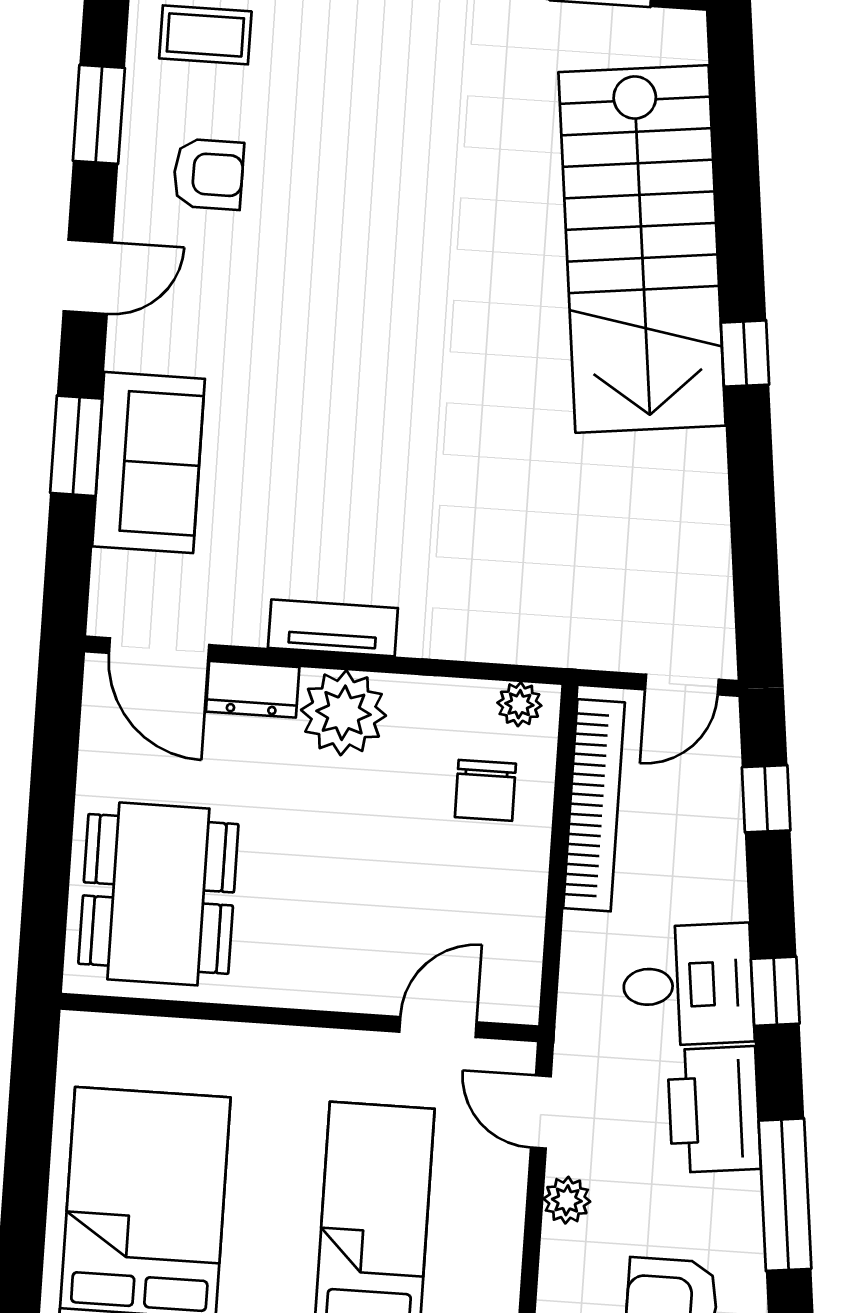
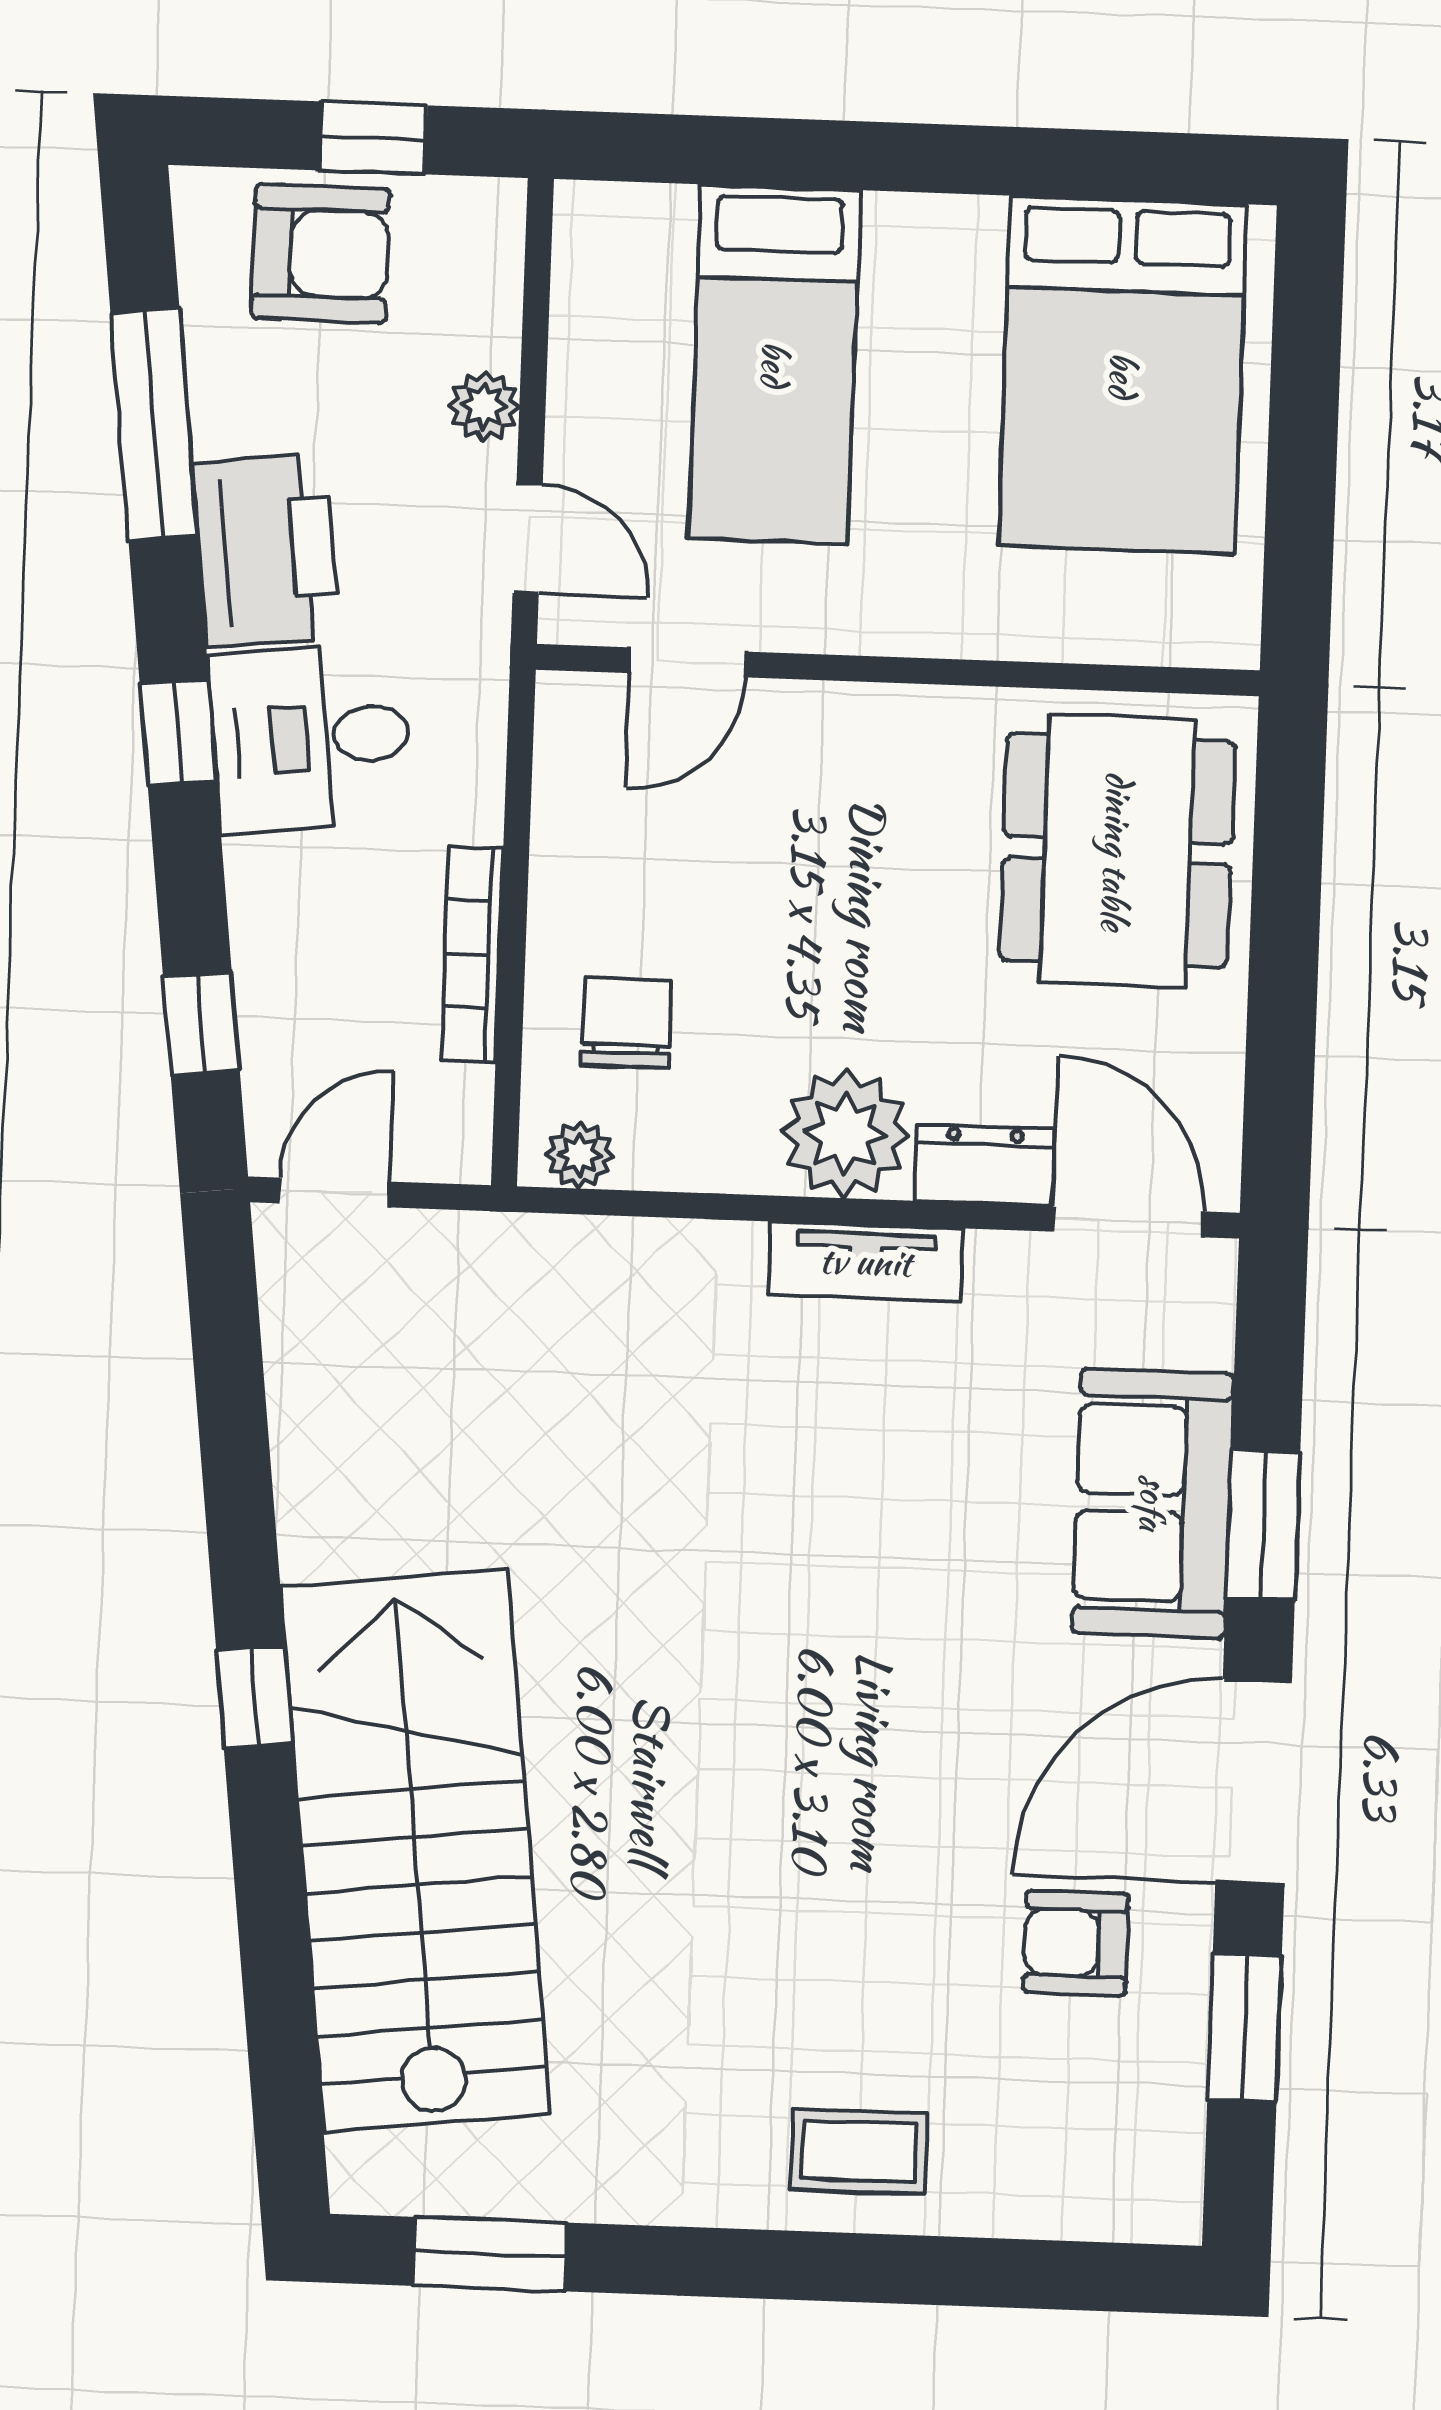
coffee table: (205, 35) -> (859, 2152), moved
door: (88, 277) -> (1254, 1782), width x1.88
bookcase: (594, 805) -> (472, 954), width x0.68, depth x0.76

